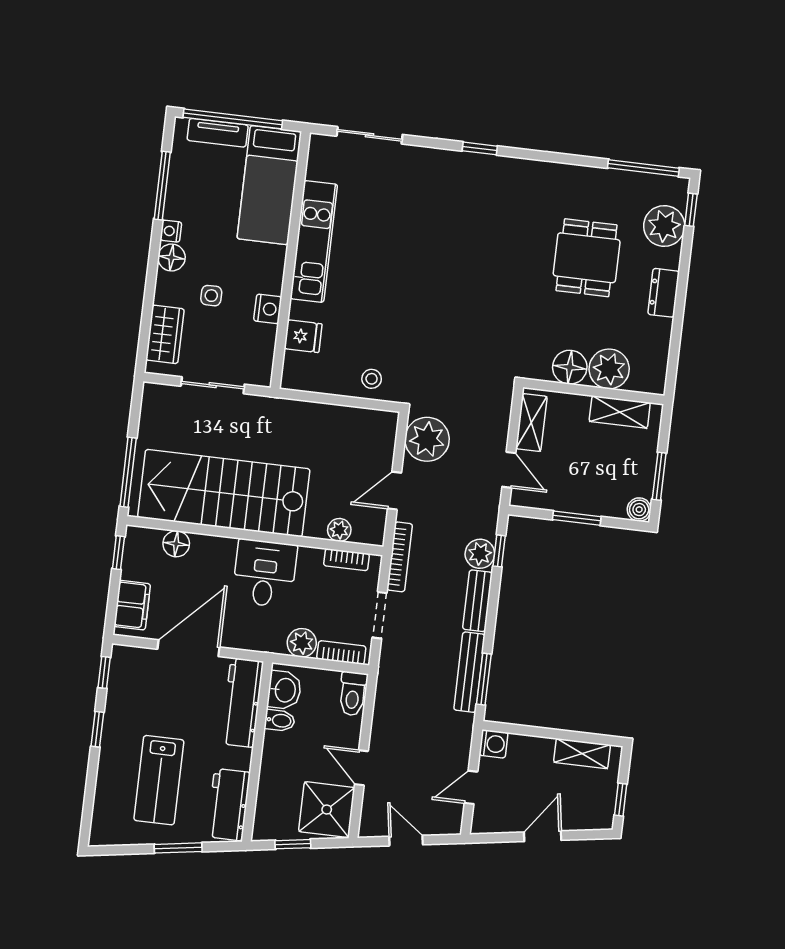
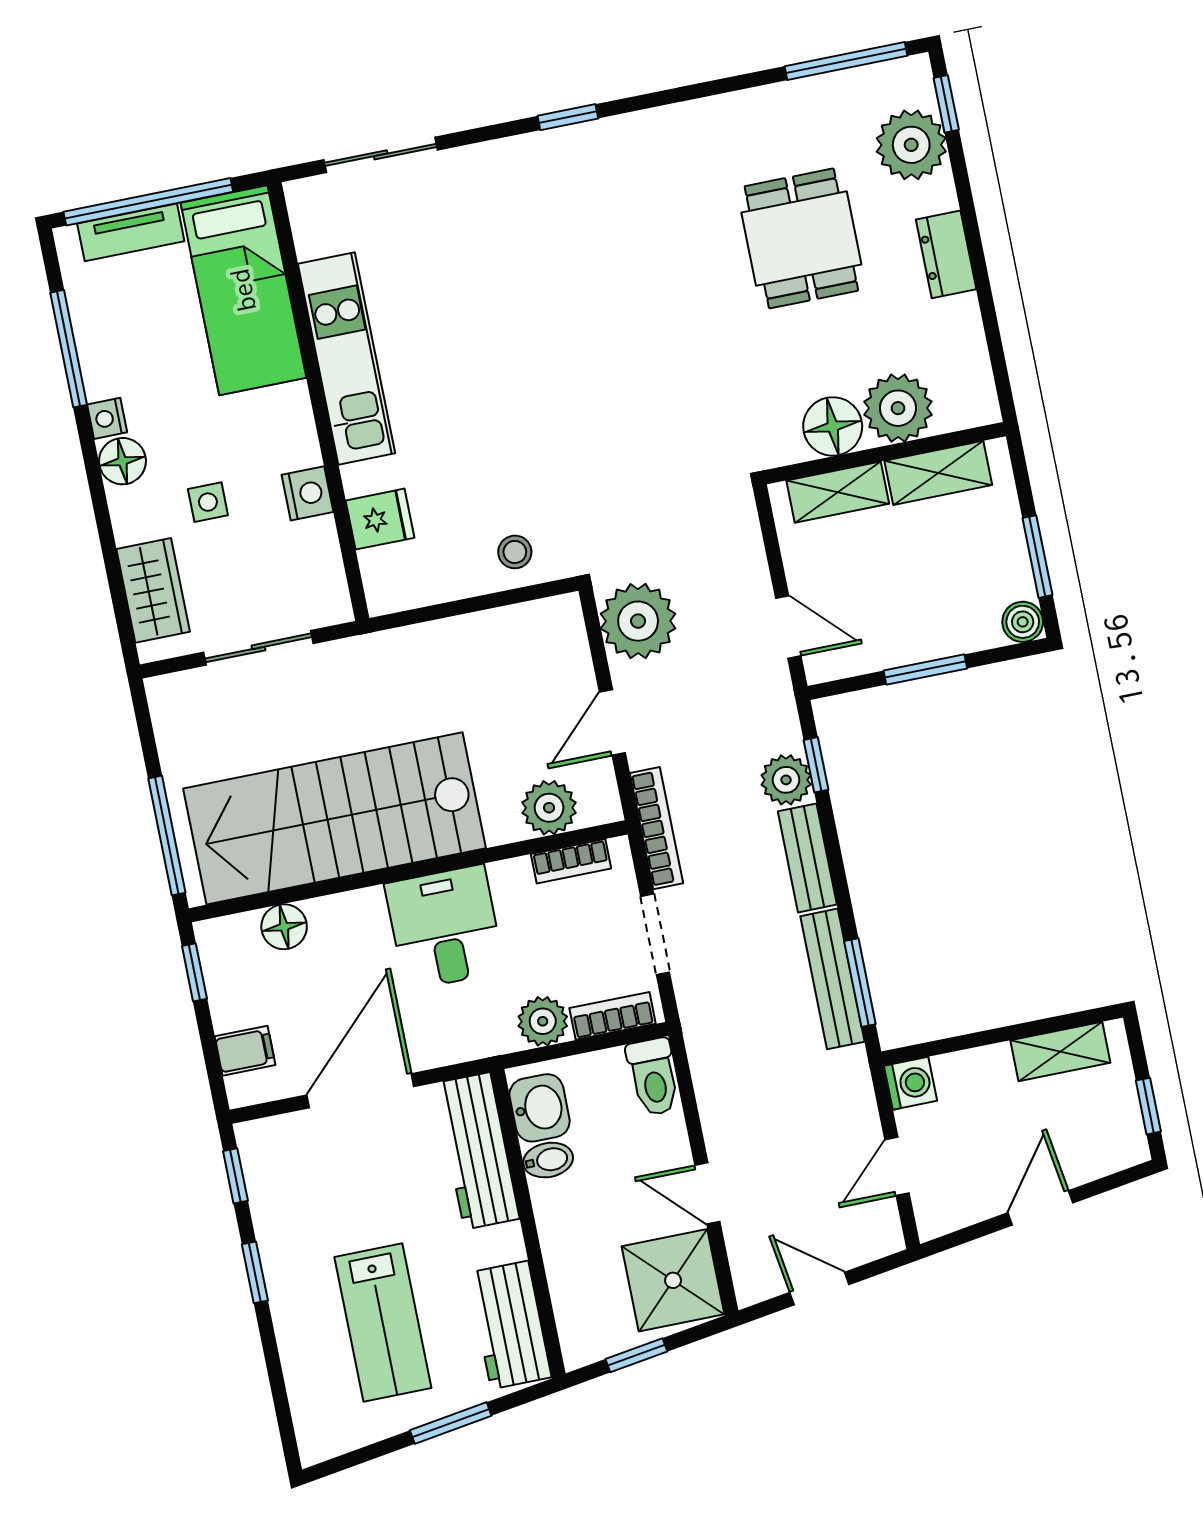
shelving: (531, 423) -> (838, 492), moved, turned 90
plant: (339, 530) -> (549, 808), width x1.38, depth x1.38
filing cabinet: (132, 605) -> (245, 1051), width x0.50

